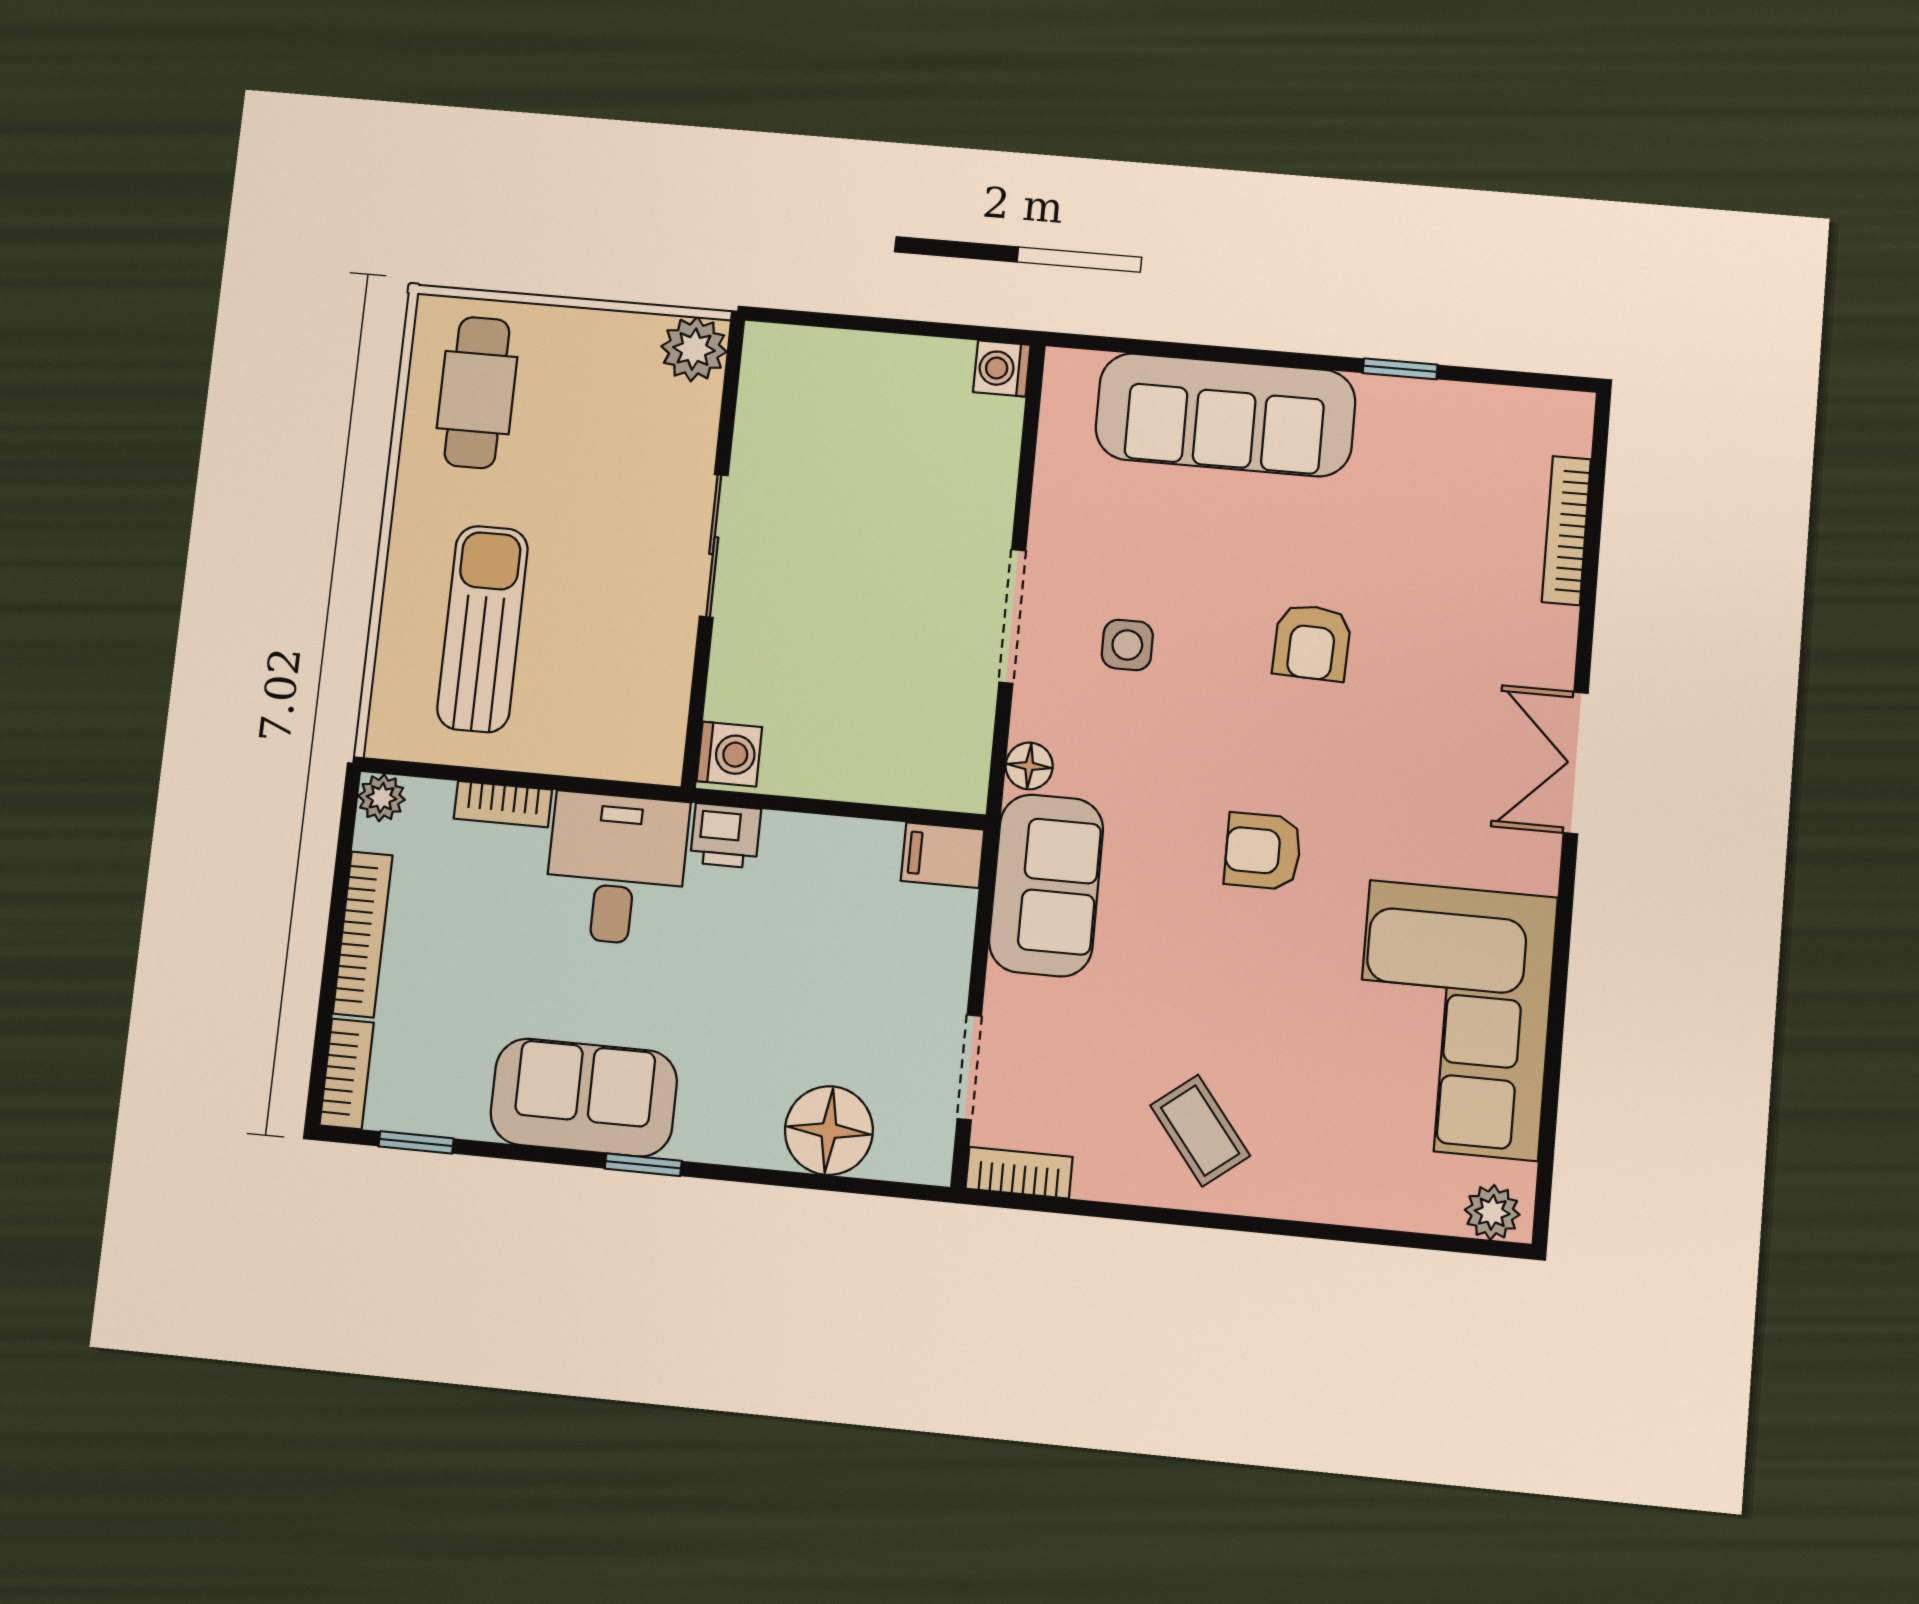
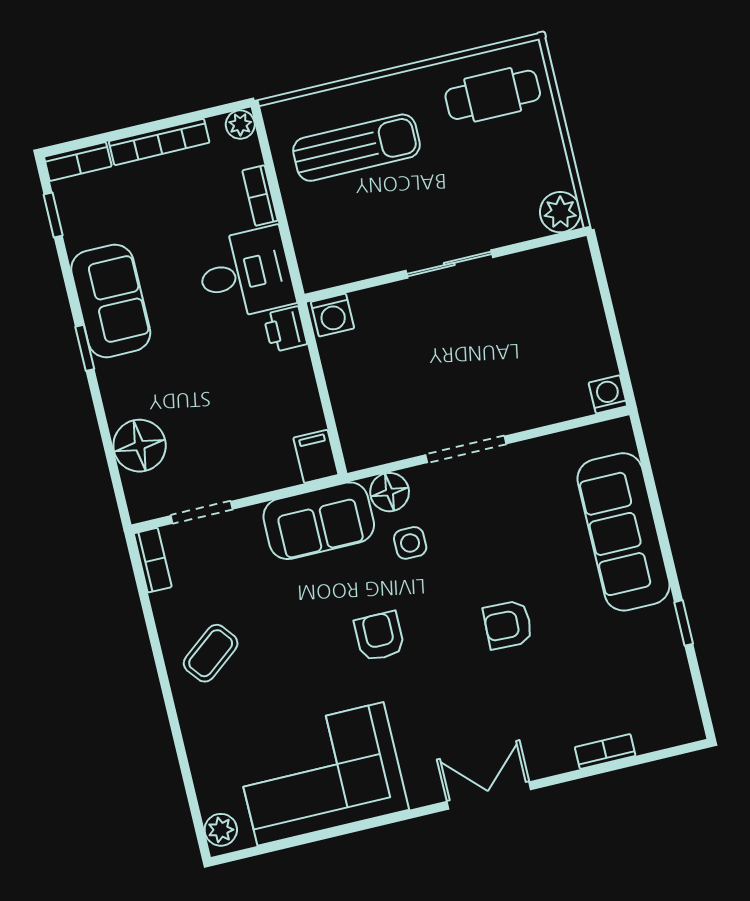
bookcase: (1566, 531) -> (605, 751), width x0.64
side table: (1127, 645) -> (410, 543), moved
floor lamp: (1029, 766) -> (390, 492), width x1.37, depth x1.37

